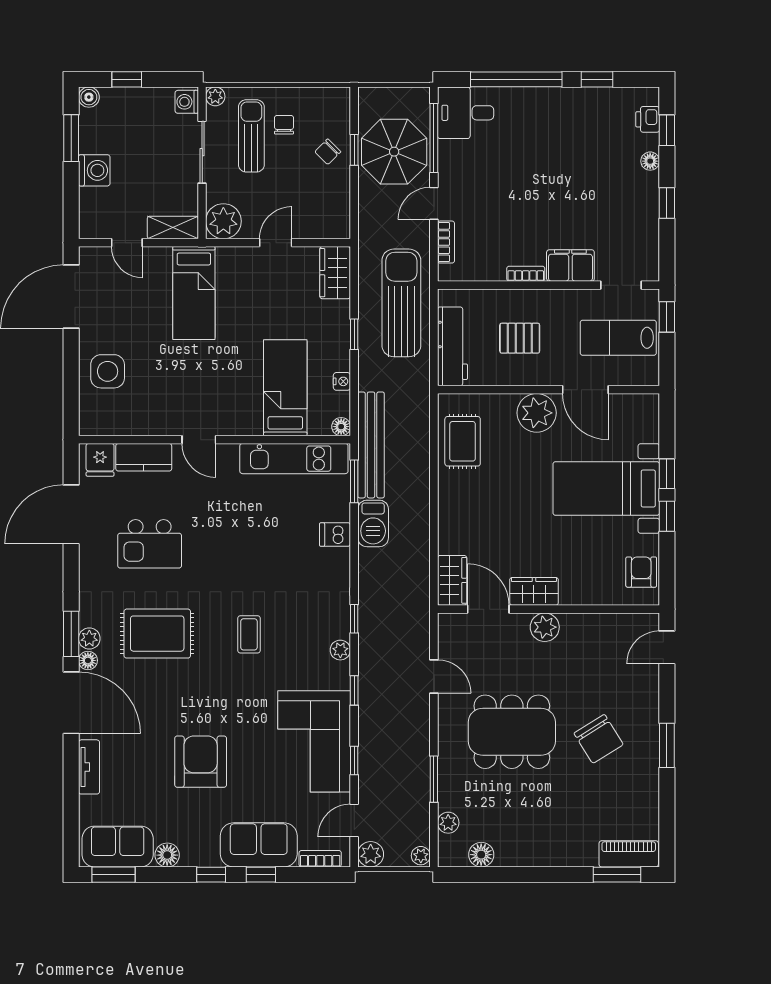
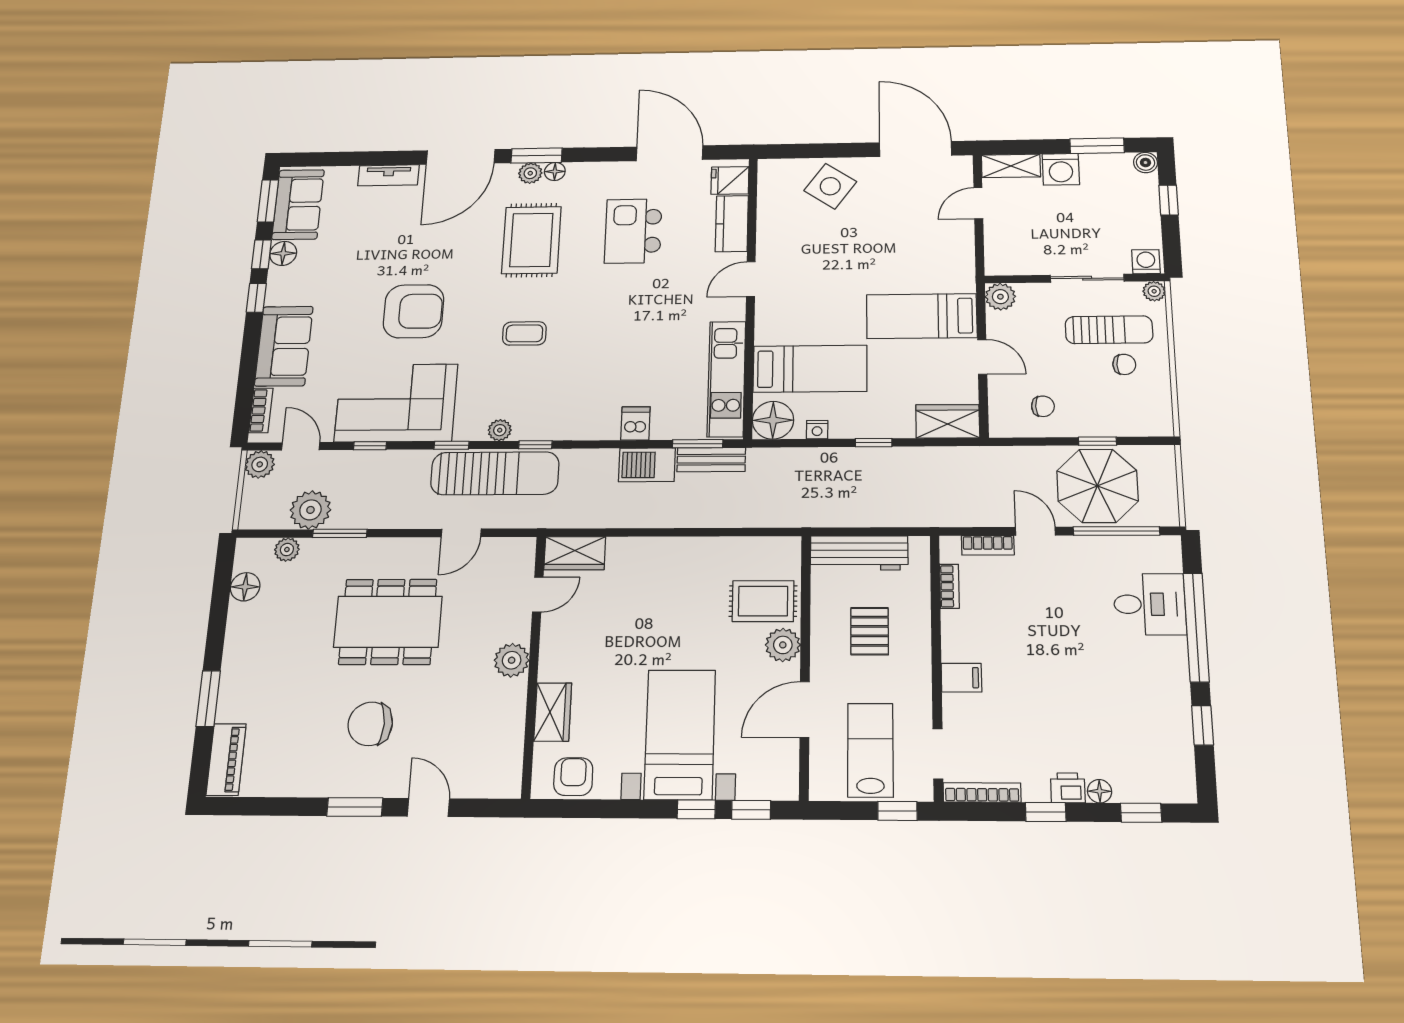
desk: (466, 113) -> (1150, 604), moved, turned 90
printer: (648, 119) -> (1068, 788), moved
chair: (328, 152) -> (1043, 406), moved, turned 135
plant: (223, 221) -> (1000, 297), width x0.73, depth x0.73
shelving: (173, 227) -> (1011, 166), moved, turned 90
bookcase: (652, 251) -> (982, 792), added
filing cabinet: (570, 265) -> (961, 678), width x0.50
bookcase: (526, 274) -> (949, 586), moved
bed: (194, 293) -> (922, 316), moved
sun lounger: (401, 303) -> (495, 473), moved
side table: (108, 371) -> (830, 186), turned 35
plant: (537, 413) -> (783, 645), width x0.73, depth x0.73
floor lamp: (341, 427) -> (773, 420), width x1.89, depth x1.89
rug: (463, 441) -> (763, 601), moved
bench: (371, 445) -> (711, 460), width x0.54, depth x0.82
window: (667, 516) -> (751, 810), moved
armchair: (641, 572) -> (573, 777), turned -90
wardrobe: (534, 591) -> (553, 712), moved
door: (488, 609) -> (538, 595), width x0.73
door: (667, 647) -> (428, 807), moved
floor lamp: (88, 660) -> (555, 171), moved
dining table: (512, 732) -> (388, 622), turned 90
chair: (599, 739) -> (370, 724), turned 32
armchair: (201, 762) -> (413, 311), moved
plant: (421, 856) -> (310, 510), moved, width x1.88, depth x1.88
window: (261, 875) -> (261, 254), moved
window: (617, 875) -> (208, 699), moved

